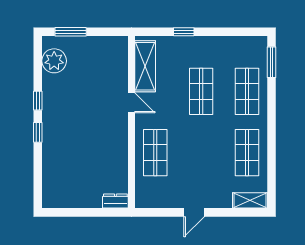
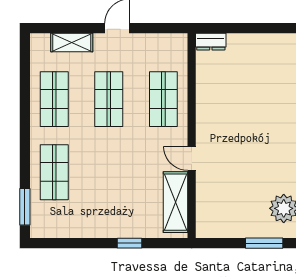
shop shelf: (201, 91) -> (109, 99), moved
shelving: (250, 200) -> (72, 42), moved

